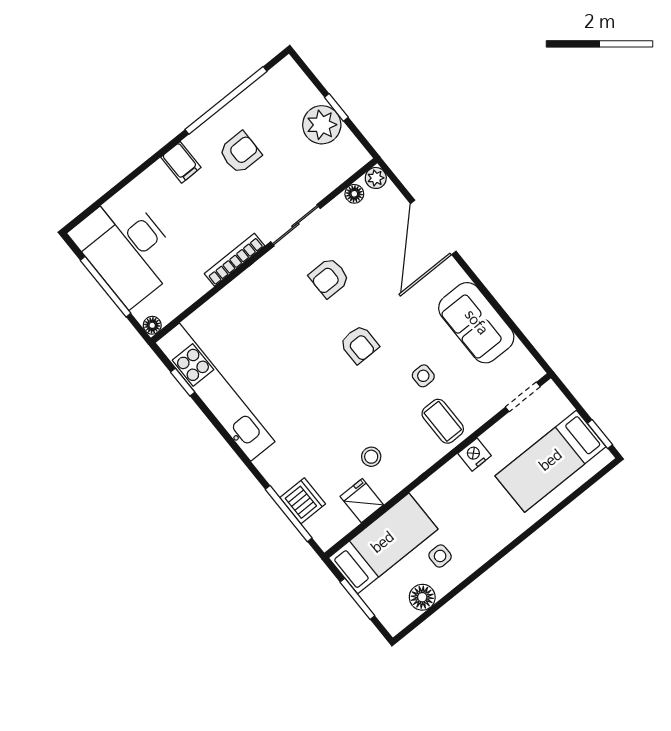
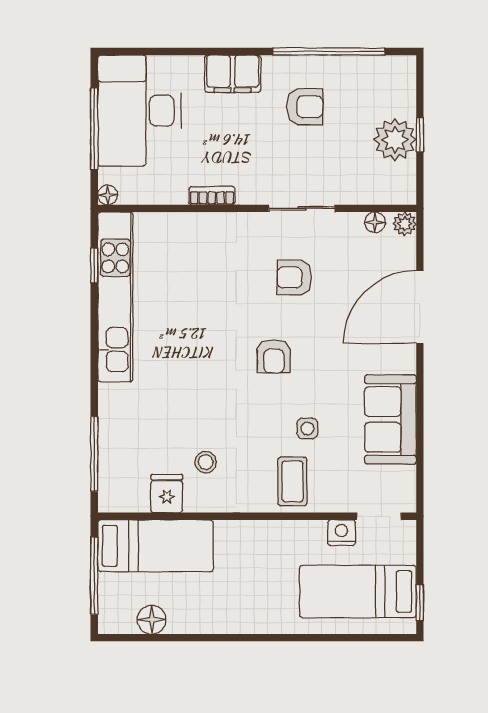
filing cabinet: (181, 162) -> (233, 74), width x2.00
bookcase: (234, 260) -> (212, 196), width x0.64
nightstand: (475, 455) -> (342, 533), moved
dishwasher: (303, 501) -> (115, 452), removed
side table: (440, 556) -> (196, 596), removed
window: (357, 599) -> (94, 576), width x1.44

